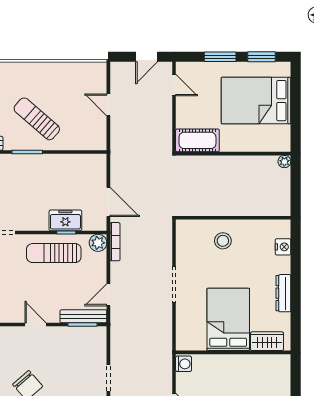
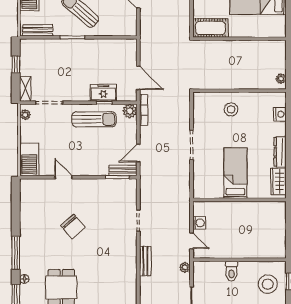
plant: (284, 162) -> (281, 79), moved
sun lounger: (54, 253) -> (94, 119), turned 180
bench: (83, 316) -> (123, 171), width x0.73
bed: (228, 319) -> (235, 173), width x0.67
door: (35, 324) -> (63, 177), moved
wardrobe: (267, 341) -> (278, 181), moved, turned -90
washing machine: (184, 364) -> (199, 223), moved

